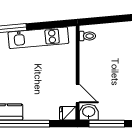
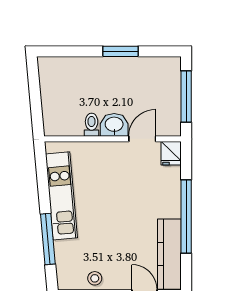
toilet: (87, 36) -> (92, 125), moved
washbasin: (89, 112) -> (114, 125), moved, turned 90

